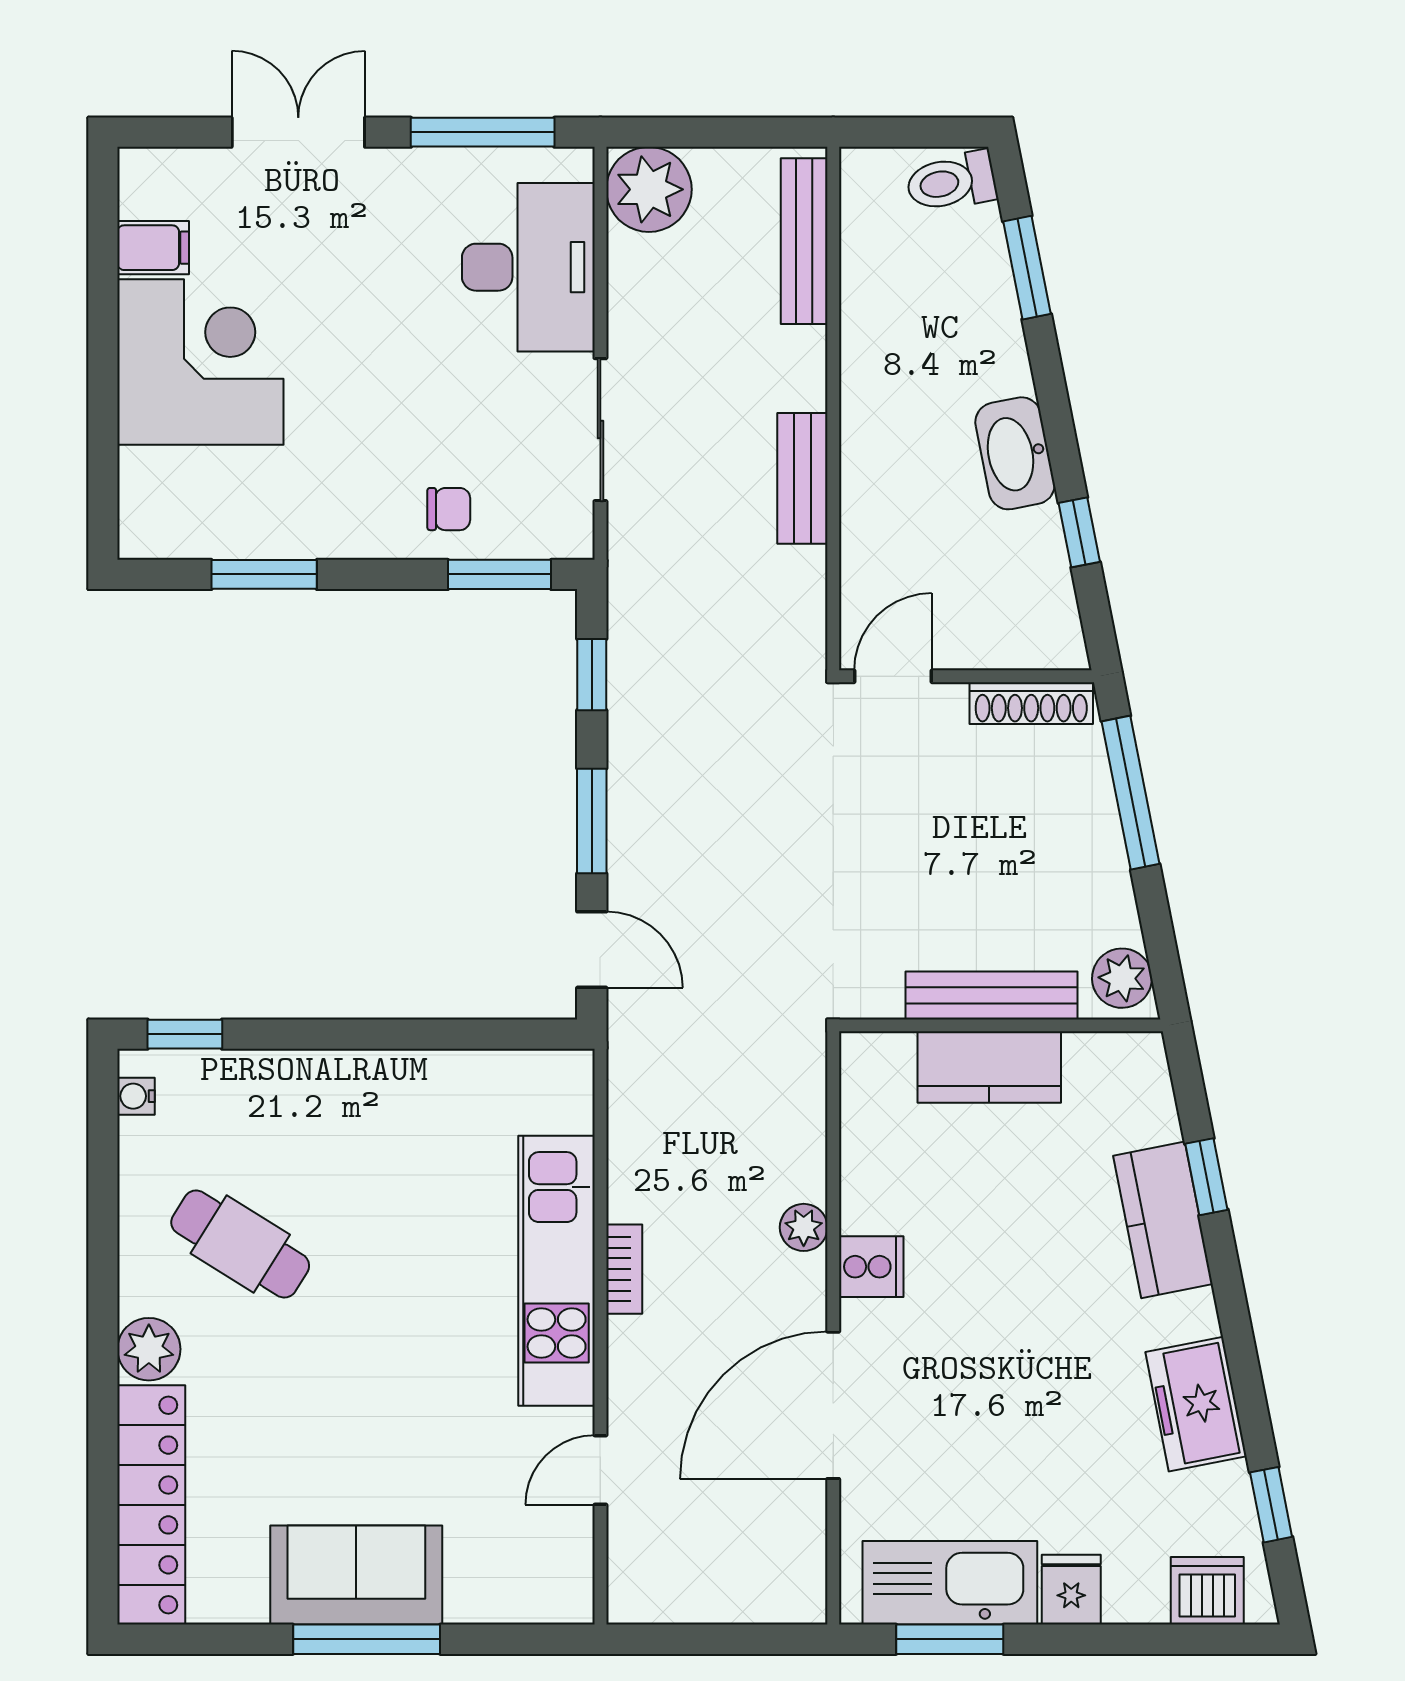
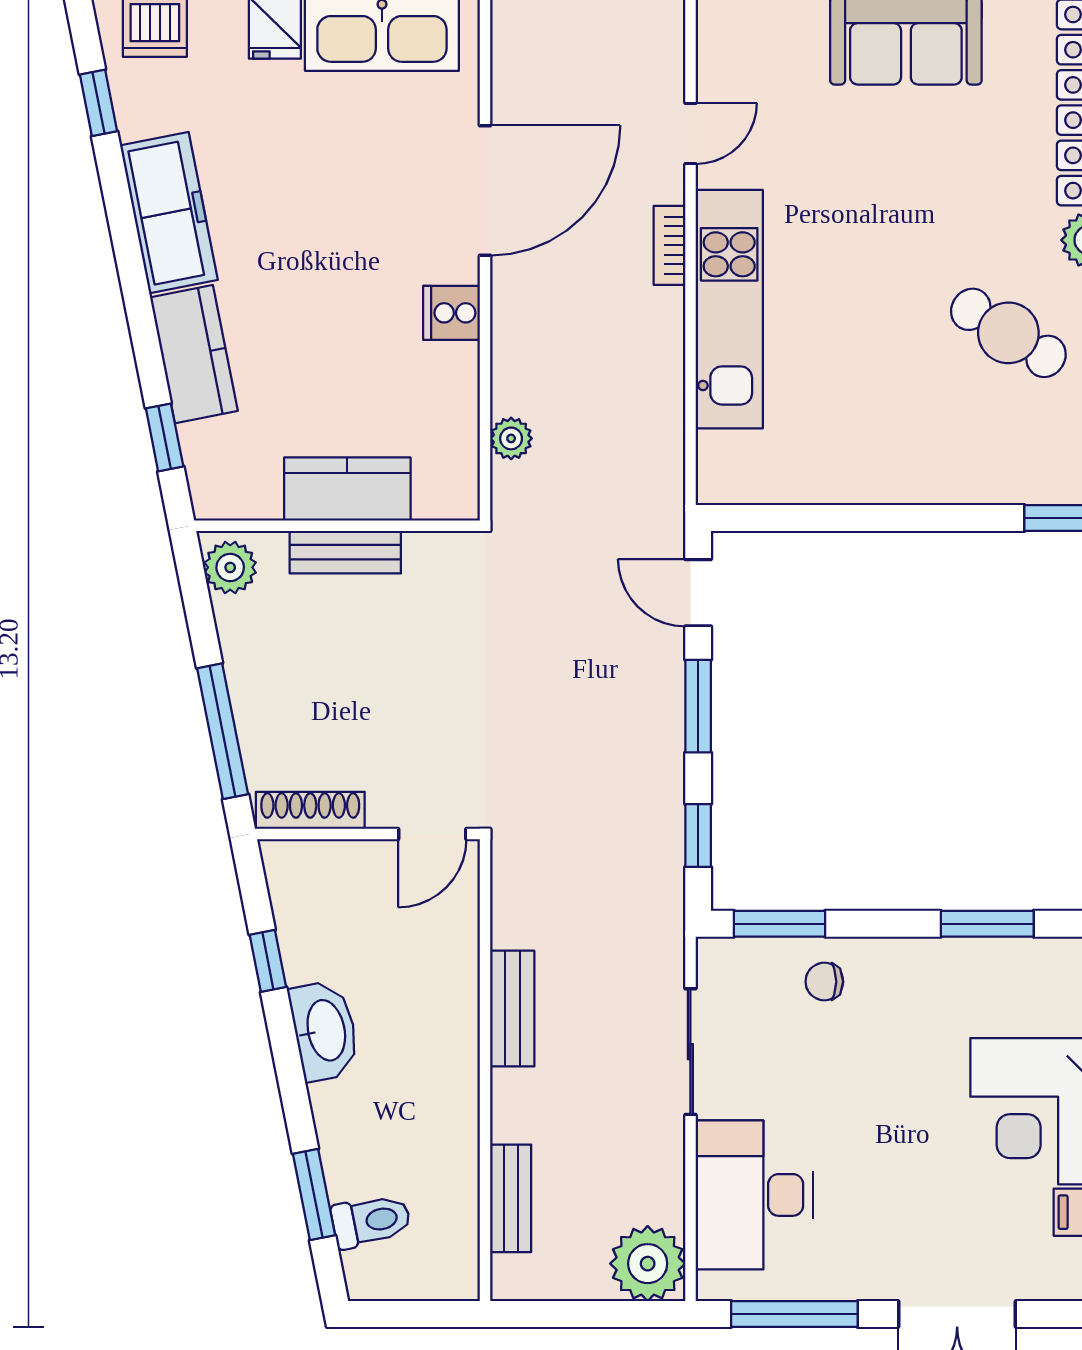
toilet: (951, 182) -> (371, 1221), moved
bench: (804, 241) -> (511, 1198), width x0.73
bench: (991, 996) -> (345, 552), width x0.73
window: (1206, 1177) -> (165, 437), moved
plant: (804, 1227) -> (511, 438), moved
bookcase: (624, 1269) -> (669, 245), moved
freezer: (1196, 1404) -> (169, 213), width x1.40

